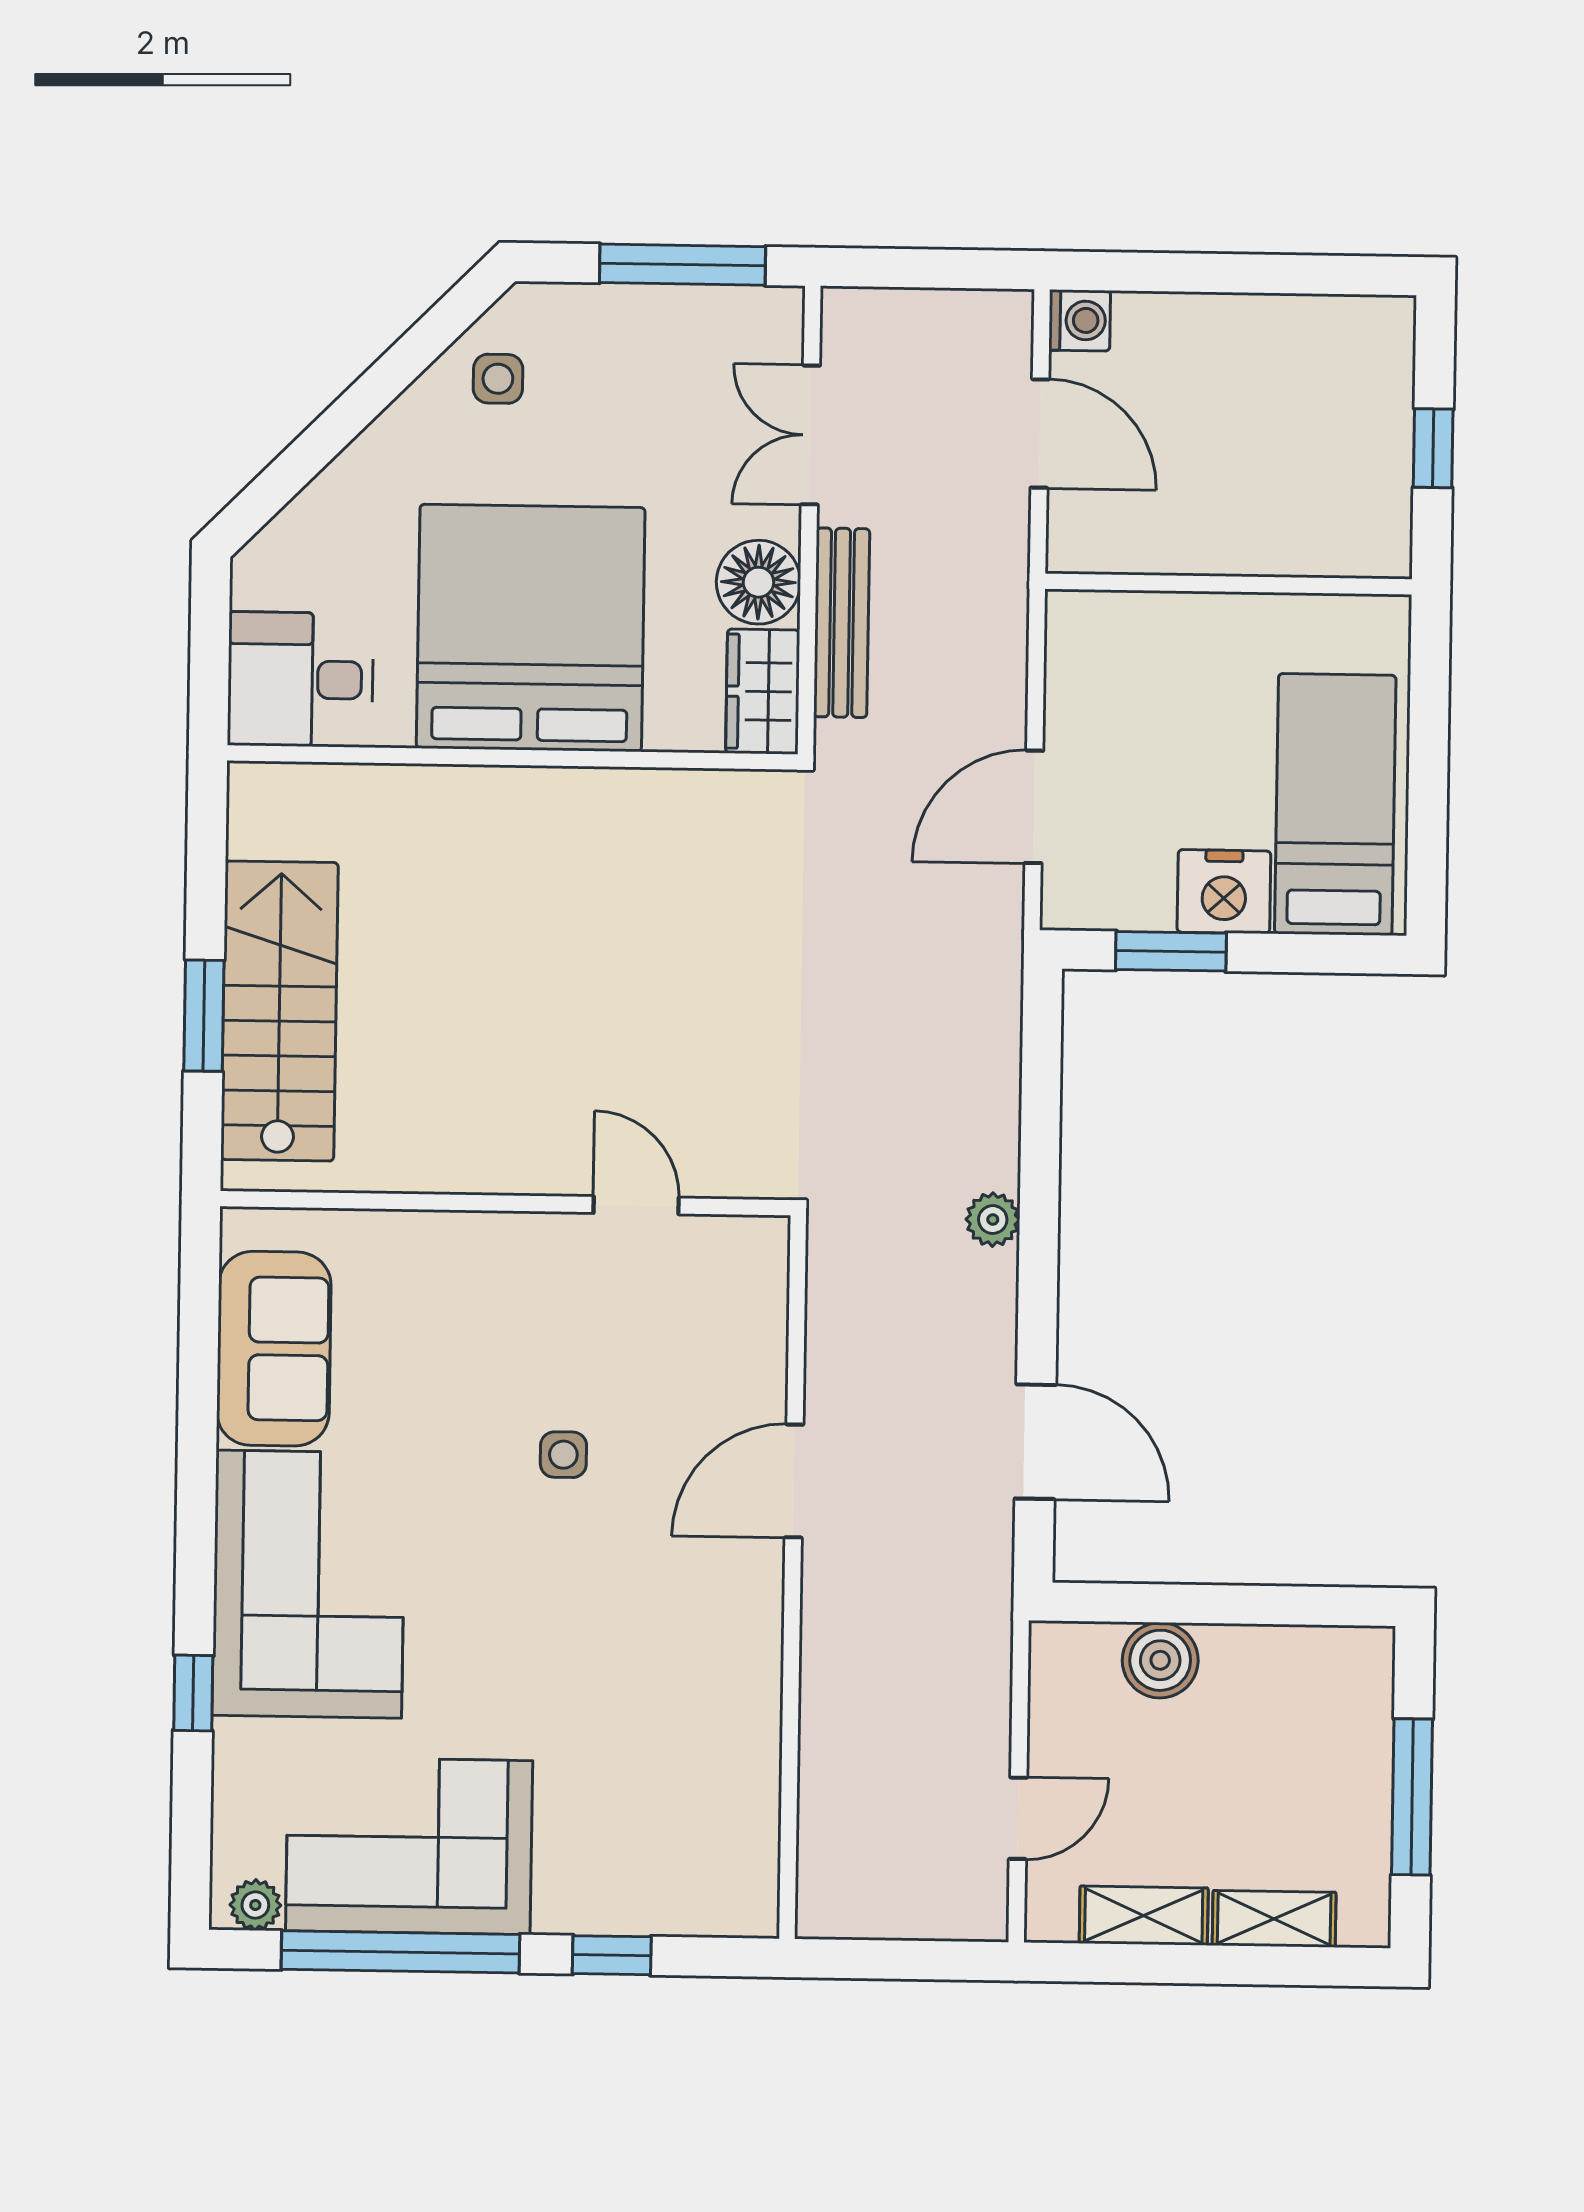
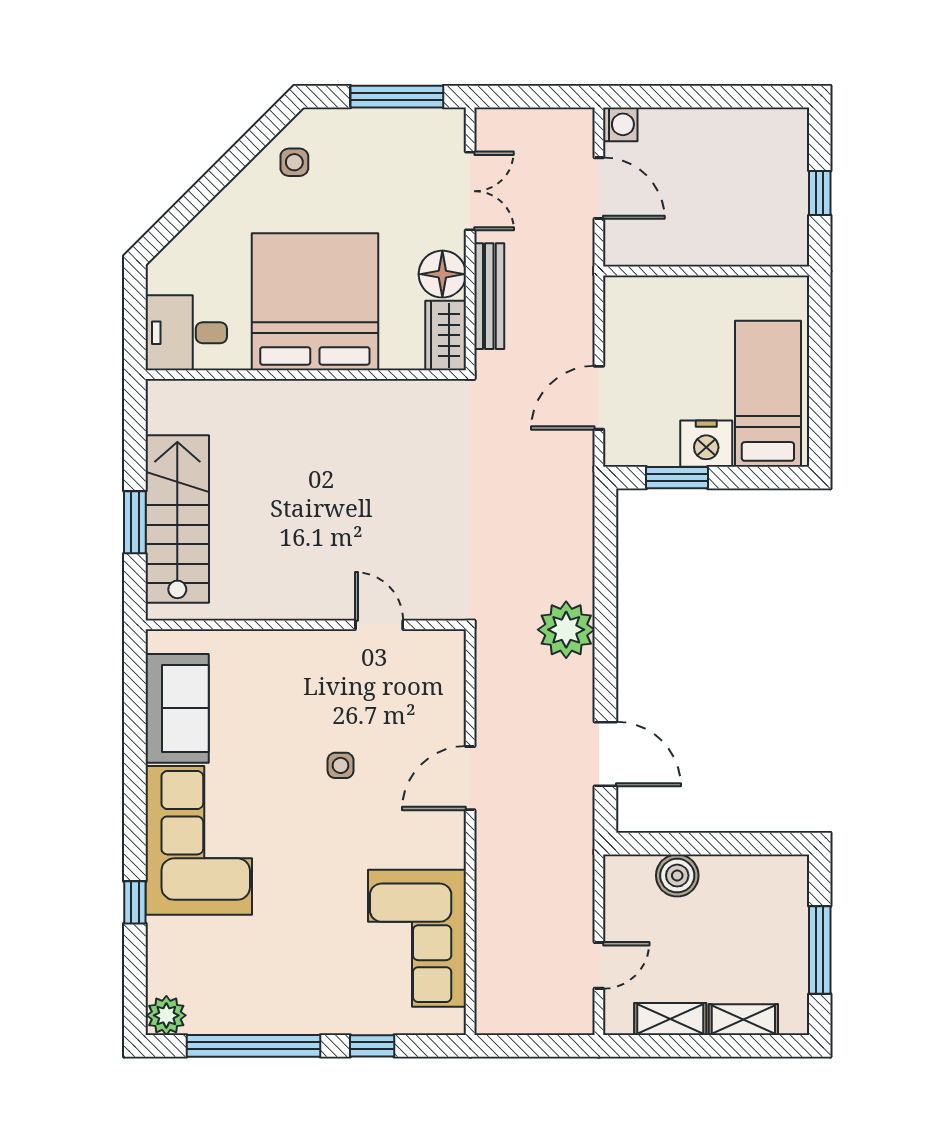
double door: (810, 435) -> (470, 191), swing flipped
plant: (993, 1220) -> (566, 630), width x1.88, depth x1.88
corner sofa: (409, 1846) -> (417, 938), moved, turned -90
plant: (255, 1905) -> (166, 1015), width x1.38, depth x1.38

